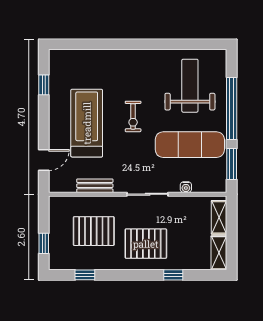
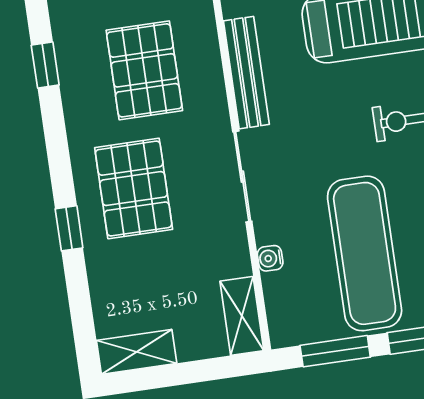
bench: (95, 186) -> (246, 73), width x1.36
shelving: (219, 217) -> (242, 316), moved, turned 90
window: (173, 275) -> (69, 228), moved

